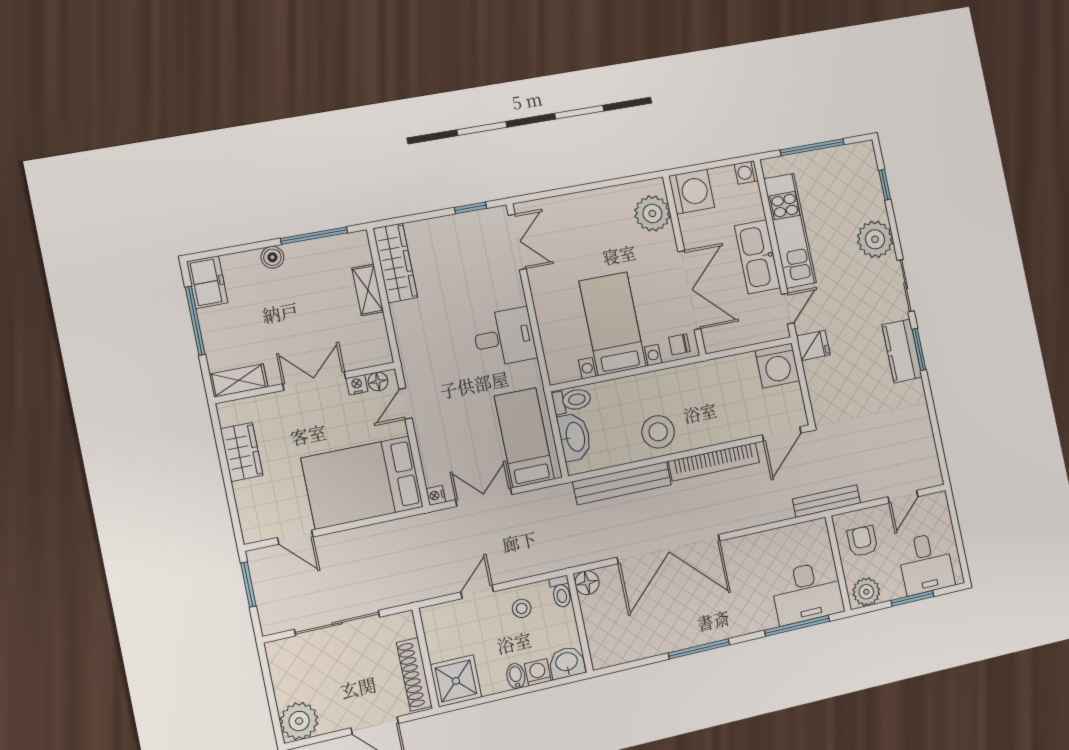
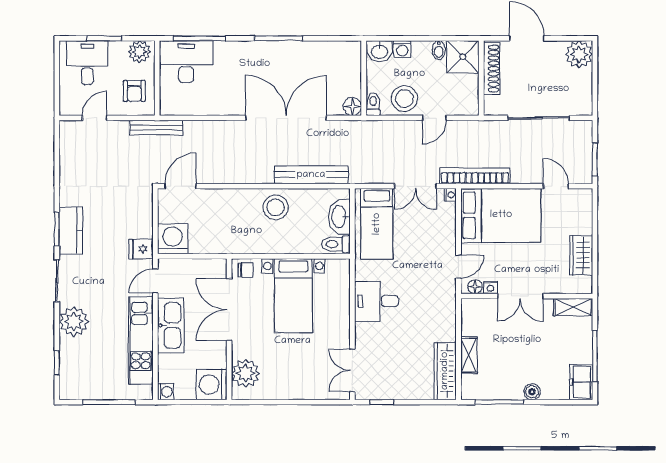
bookcase: (714, 462) -> (475, 176), moved
stool: (522, 608) -> (404, 99), width x1.89, depth x1.89
bidet: (516, 676) -> (439, 50), moved

